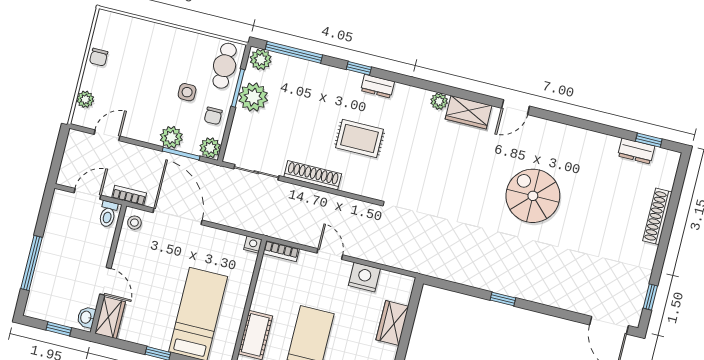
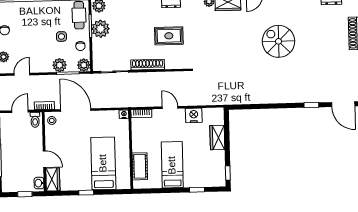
window: (503, 299) -> (311, 105), moved

